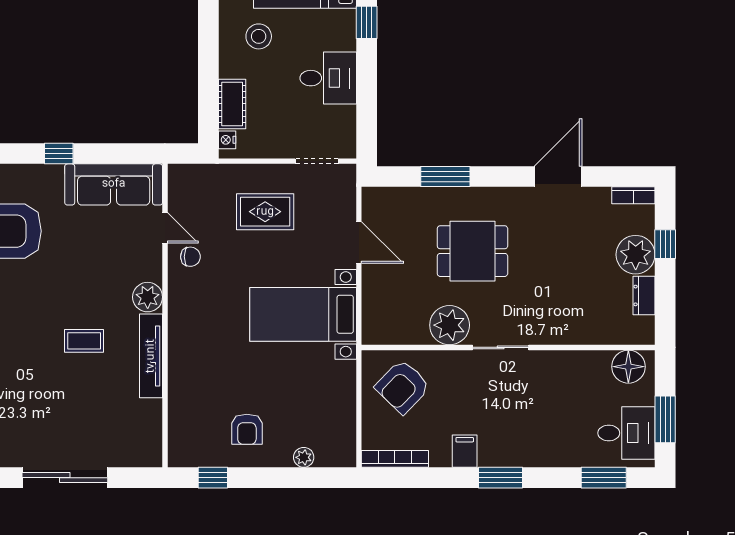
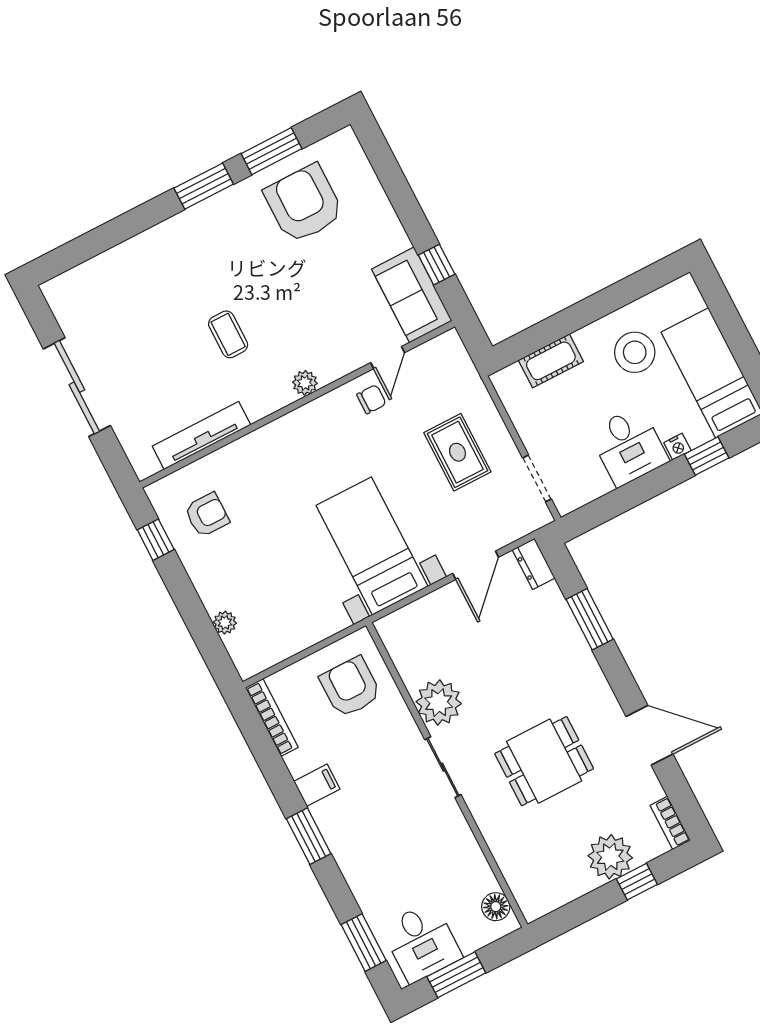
stool: (259, 36) -> (635, 352), width x1.38, depth x1.38
nightstand: (227, 140) -> (677, 447), moved, turned 180
window: (59, 154) -> (437, 265), moved
sofa: (114, 184) -> (412, 295), width x0.73
dining table: (472, 251) -> (544, 761), moved, turned 90
chair: (190, 257) -> (371, 399), turned -90
dresser: (644, 295) -> (534, 564), moved, turned -90
plant: (148, 297) -> (305, 383), width x0.73, depth x0.73
tv unit: (151, 356) -> (201, 436), moved
floor lamp: (628, 367) -> (496, 907), width x0.73, depth x0.73
armchair: (403, 387) -> (350, 687), turned 46
armchair: (247, 429) -> (207, 515), moved, turned 180

